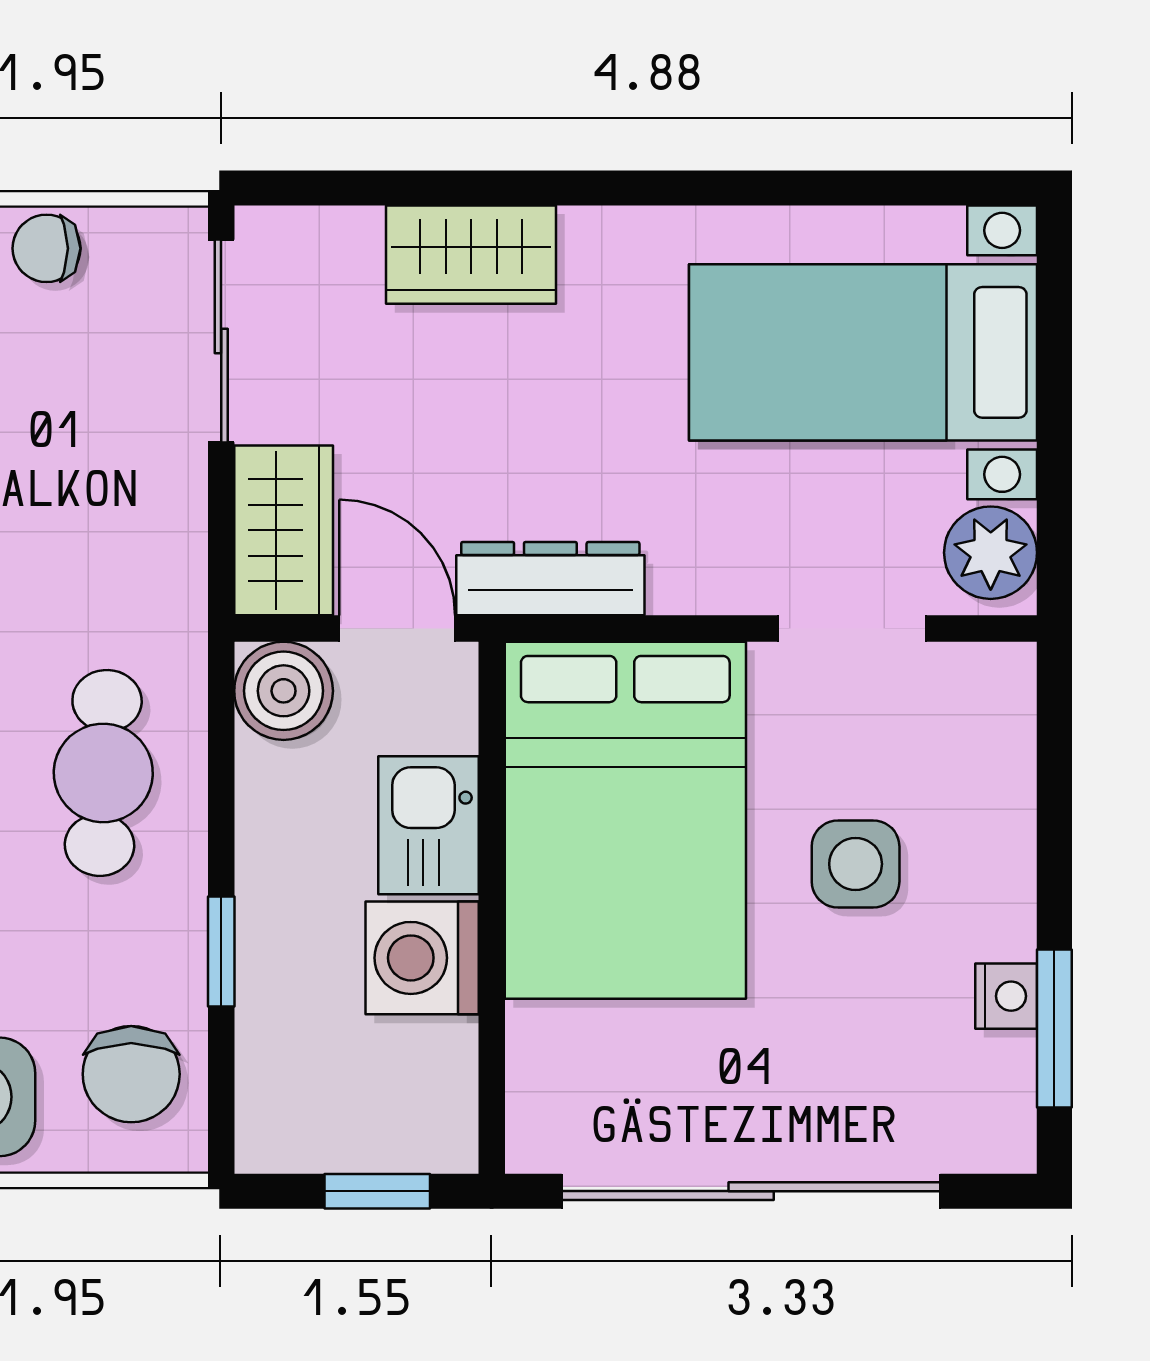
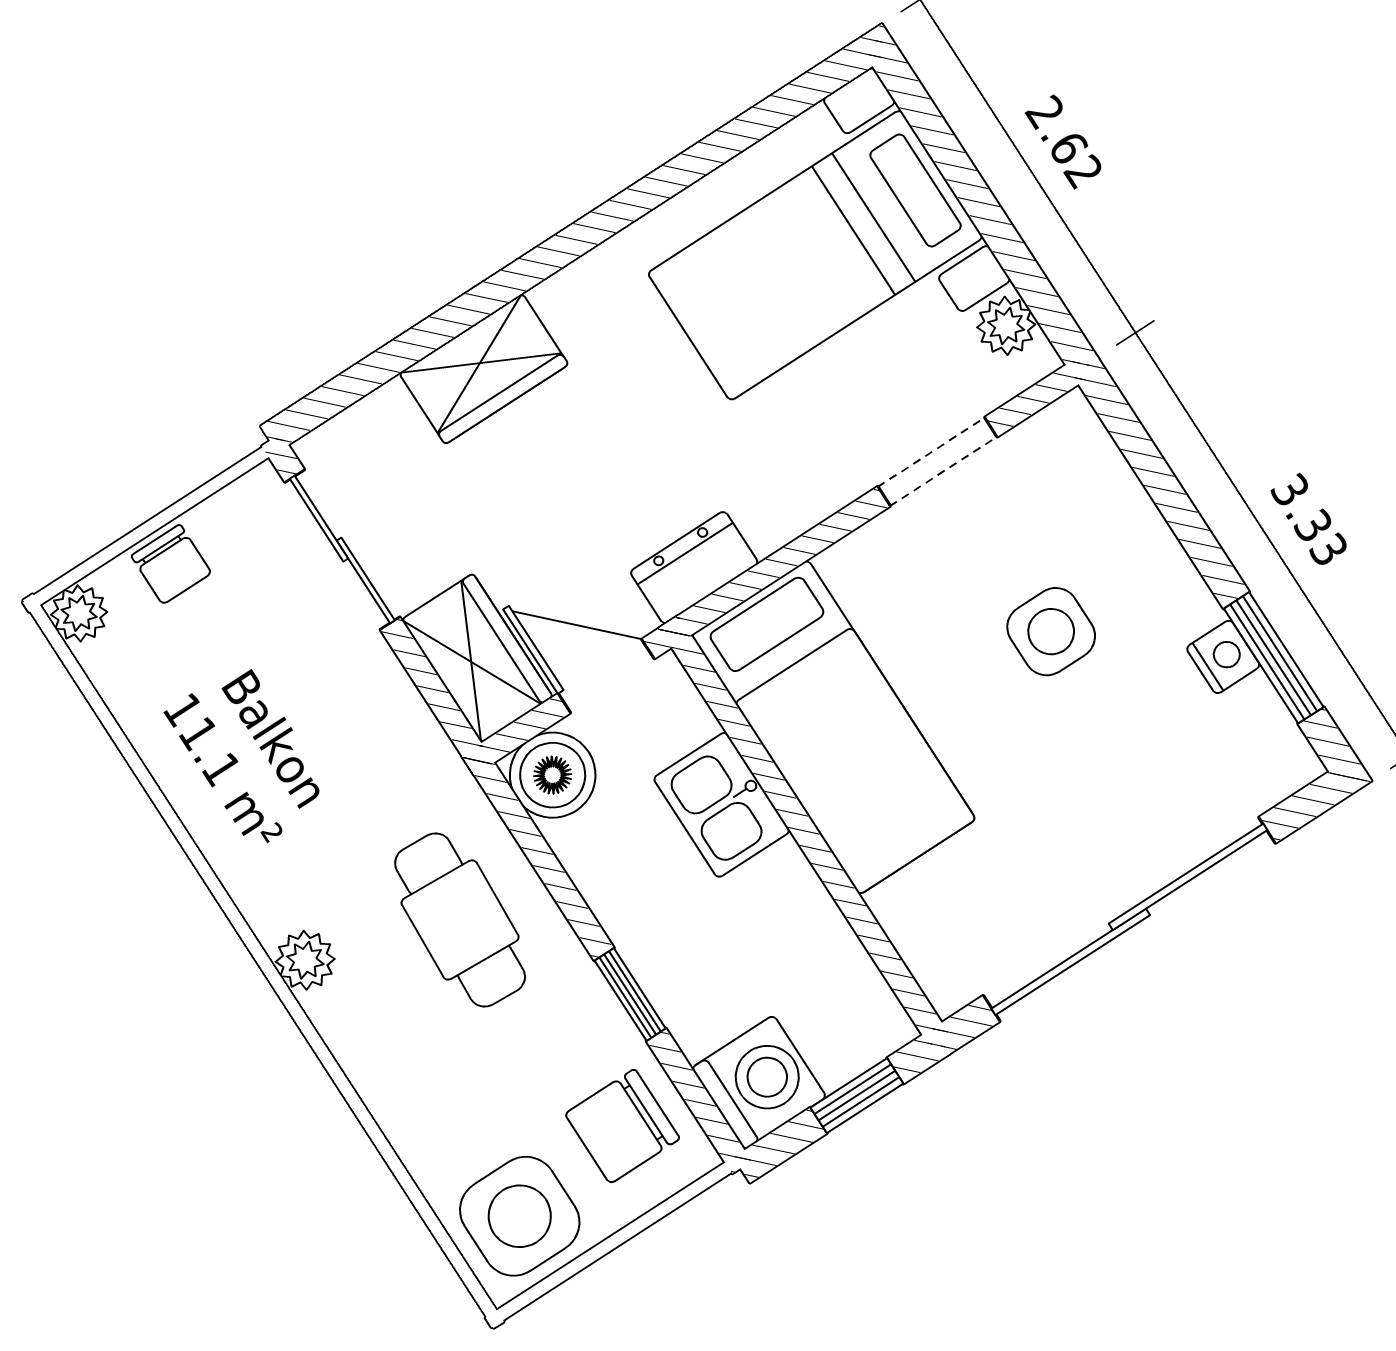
chair: (47, 248) -> (171, 564), turned -90
plant: (991, 553) -> (1006, 326), width x0.73, depth x0.73
dresser: (550, 579) -> (694, 568), width x0.70
bed: (625, 820) -> (833, 727), width x0.67
washing machine: (422, 958) -> (759, 1083), moved, turned 180
chair: (131, 1074) -> (622, 1126), turned 90

